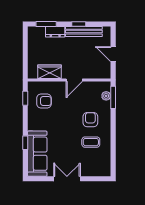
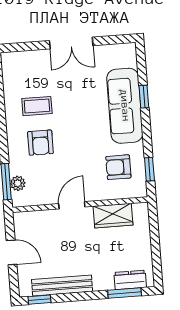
window: (79, 24) -> (39, 300), moved
dresser: (55, 32) -> (130, 280), moved
sofa: (37, 154) -> (125, 106), moved

